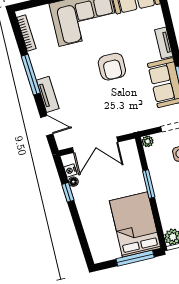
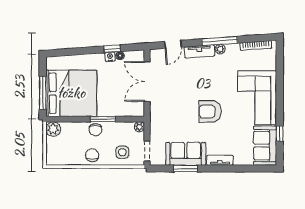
plant: (40, 72) -> (220, 49), added
nightstand: (70, 171) -> (110, 57), moved
chair: (162, 190) -> (95, 130), added
bed: (135, 225) -> (71, 93), width x1.36

